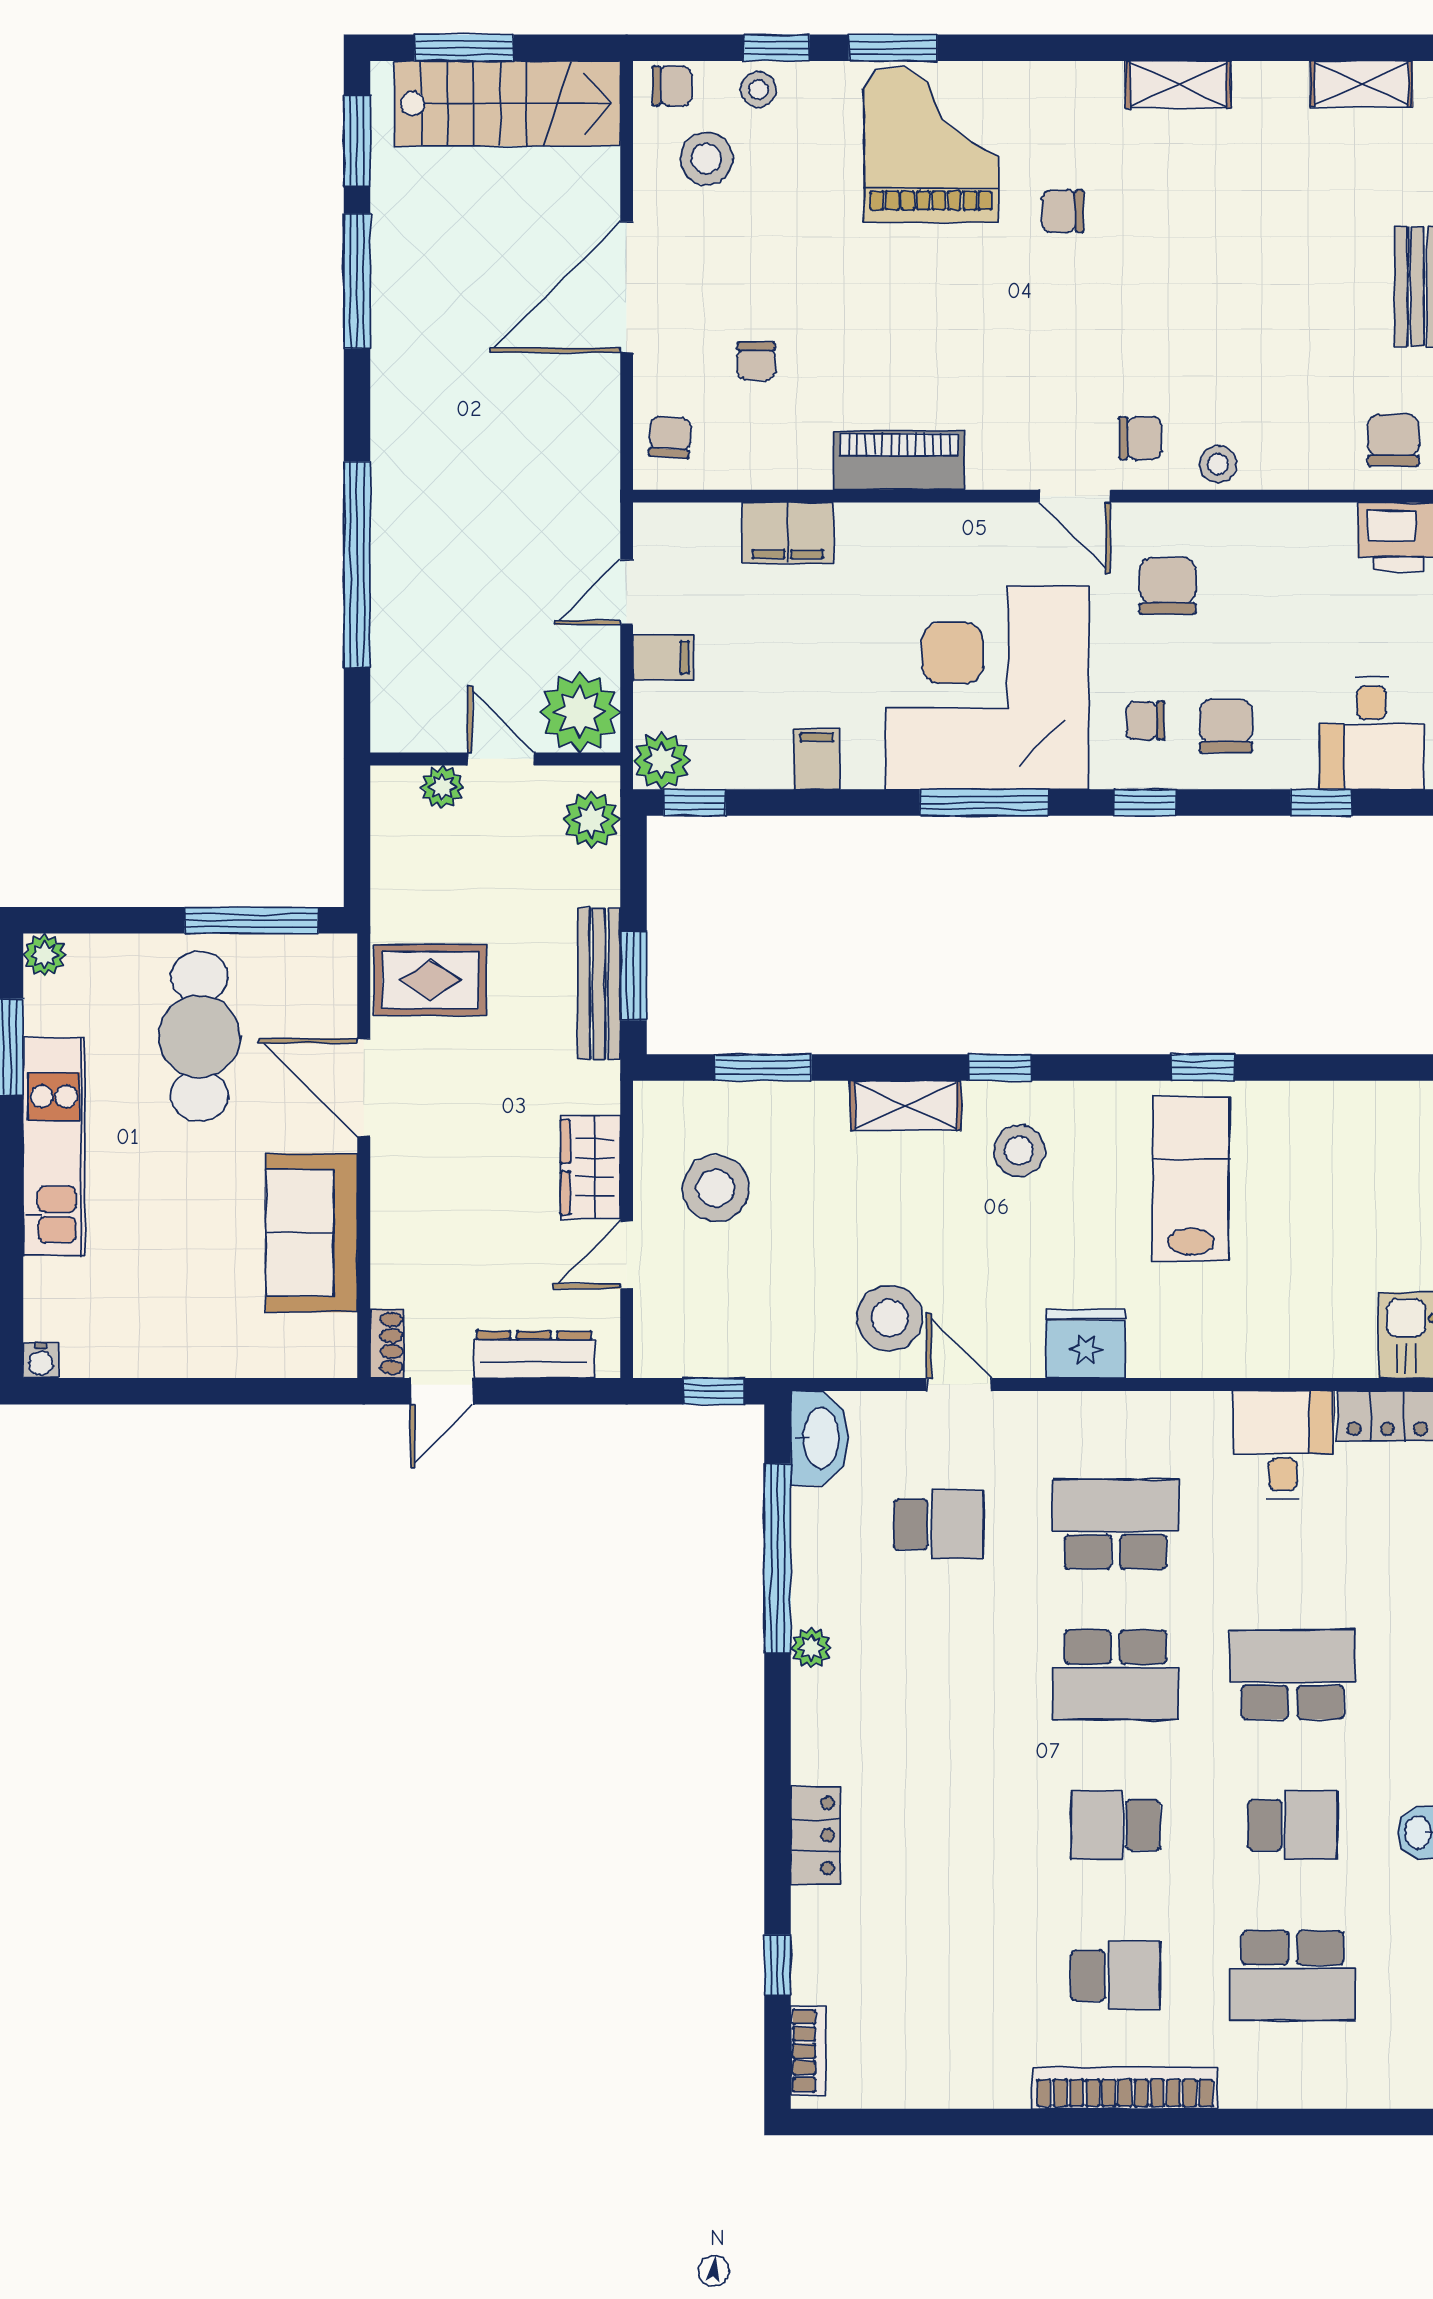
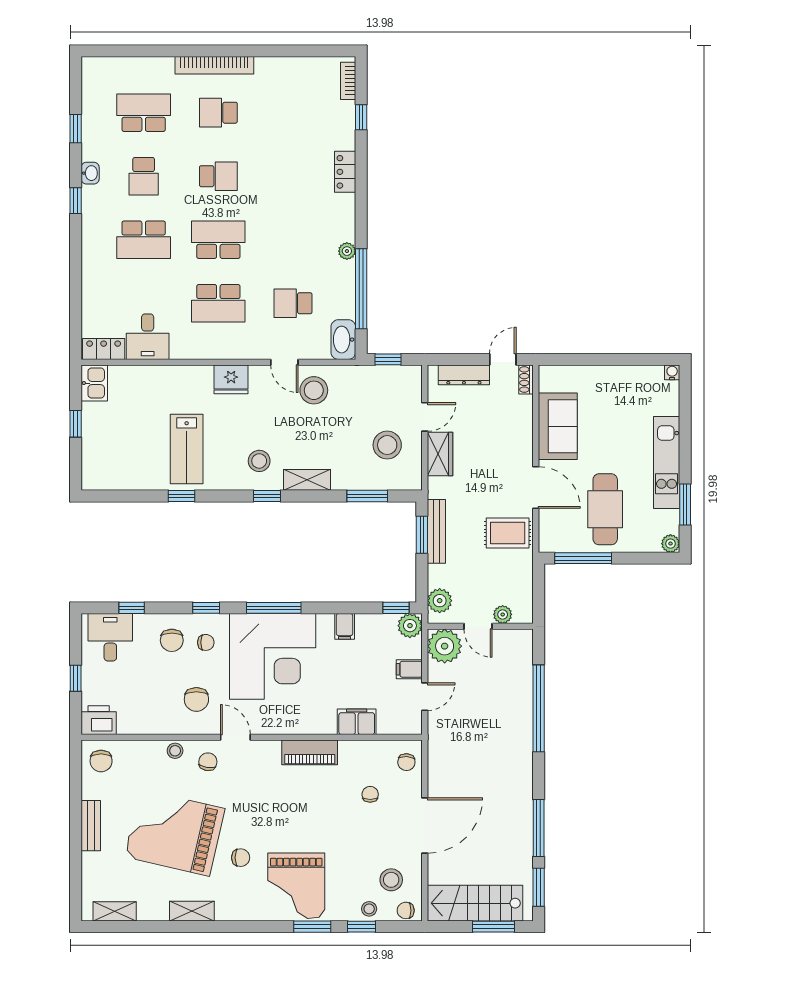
grand piano: (1219, 270) -> (175, 833), added
chair: (1140, 438) -> (208, 762), turned 99
school desk: (1293, 1825) -> (144, 176), turned -90

